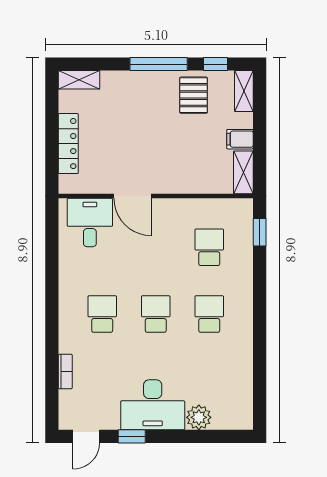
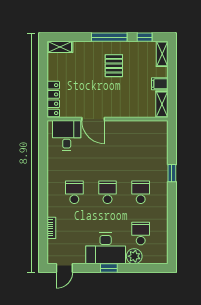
pallet: (194, 95) -> (114, 66), moved
locker: (68, 144) -> (53, 99), moved
window: (260, 232) -> (172, 173), moved
school desk: (209, 247) -> (141, 234), moved
window: (132, 436) -> (109, 268), moved

